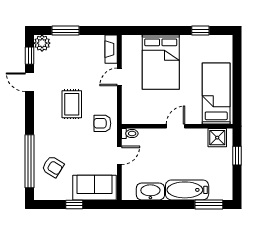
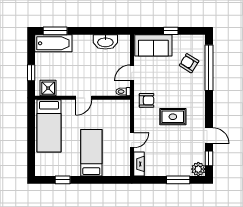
bed: (161, 62) -> (91, 153), width x0.67
rug: (72, 104) -> (173, 117), turned 90
bathtub: (187, 190) -> (53, 43), moved

